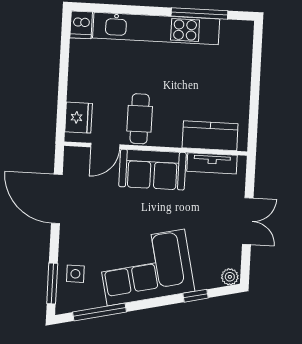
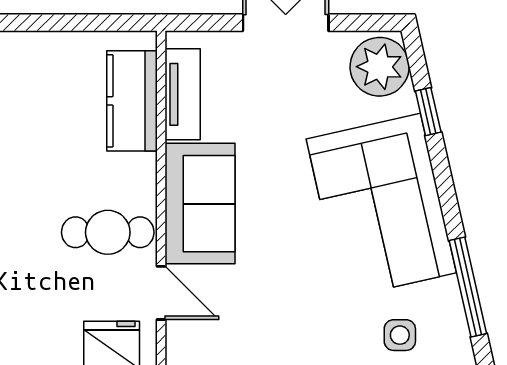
plant: (230, 277) -> (380, 67), width x1.87, depth x1.87

